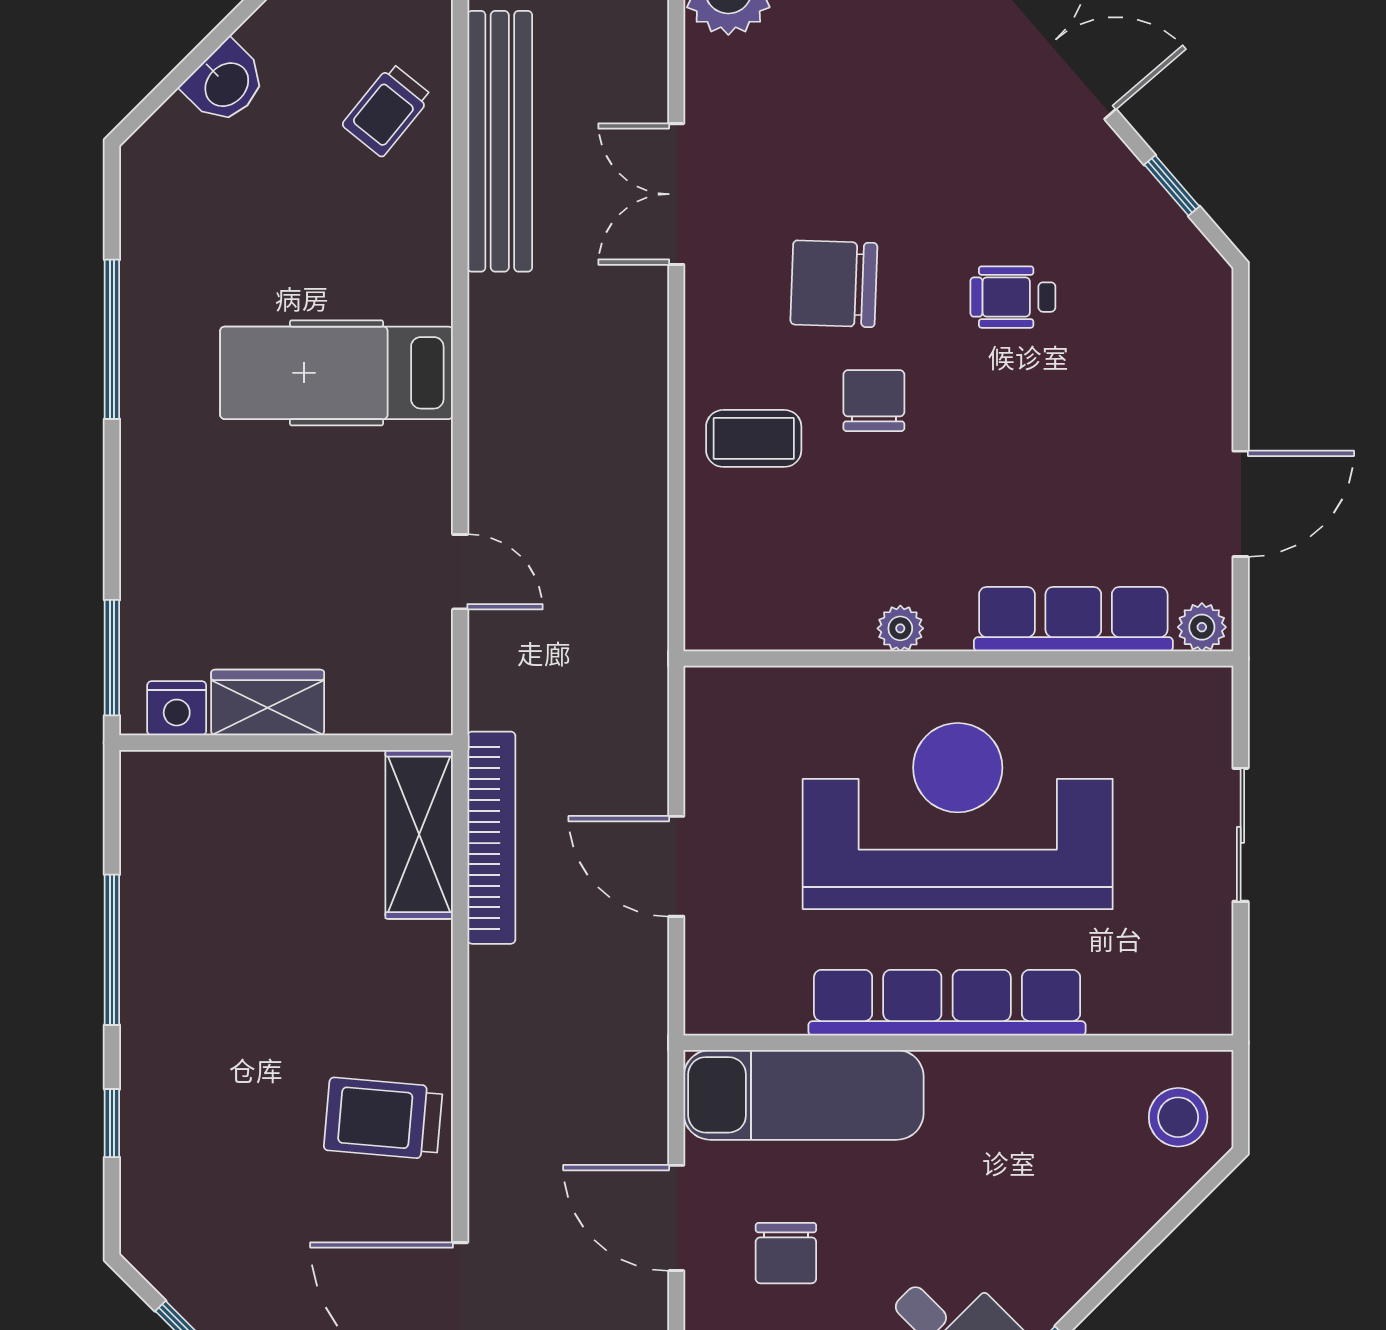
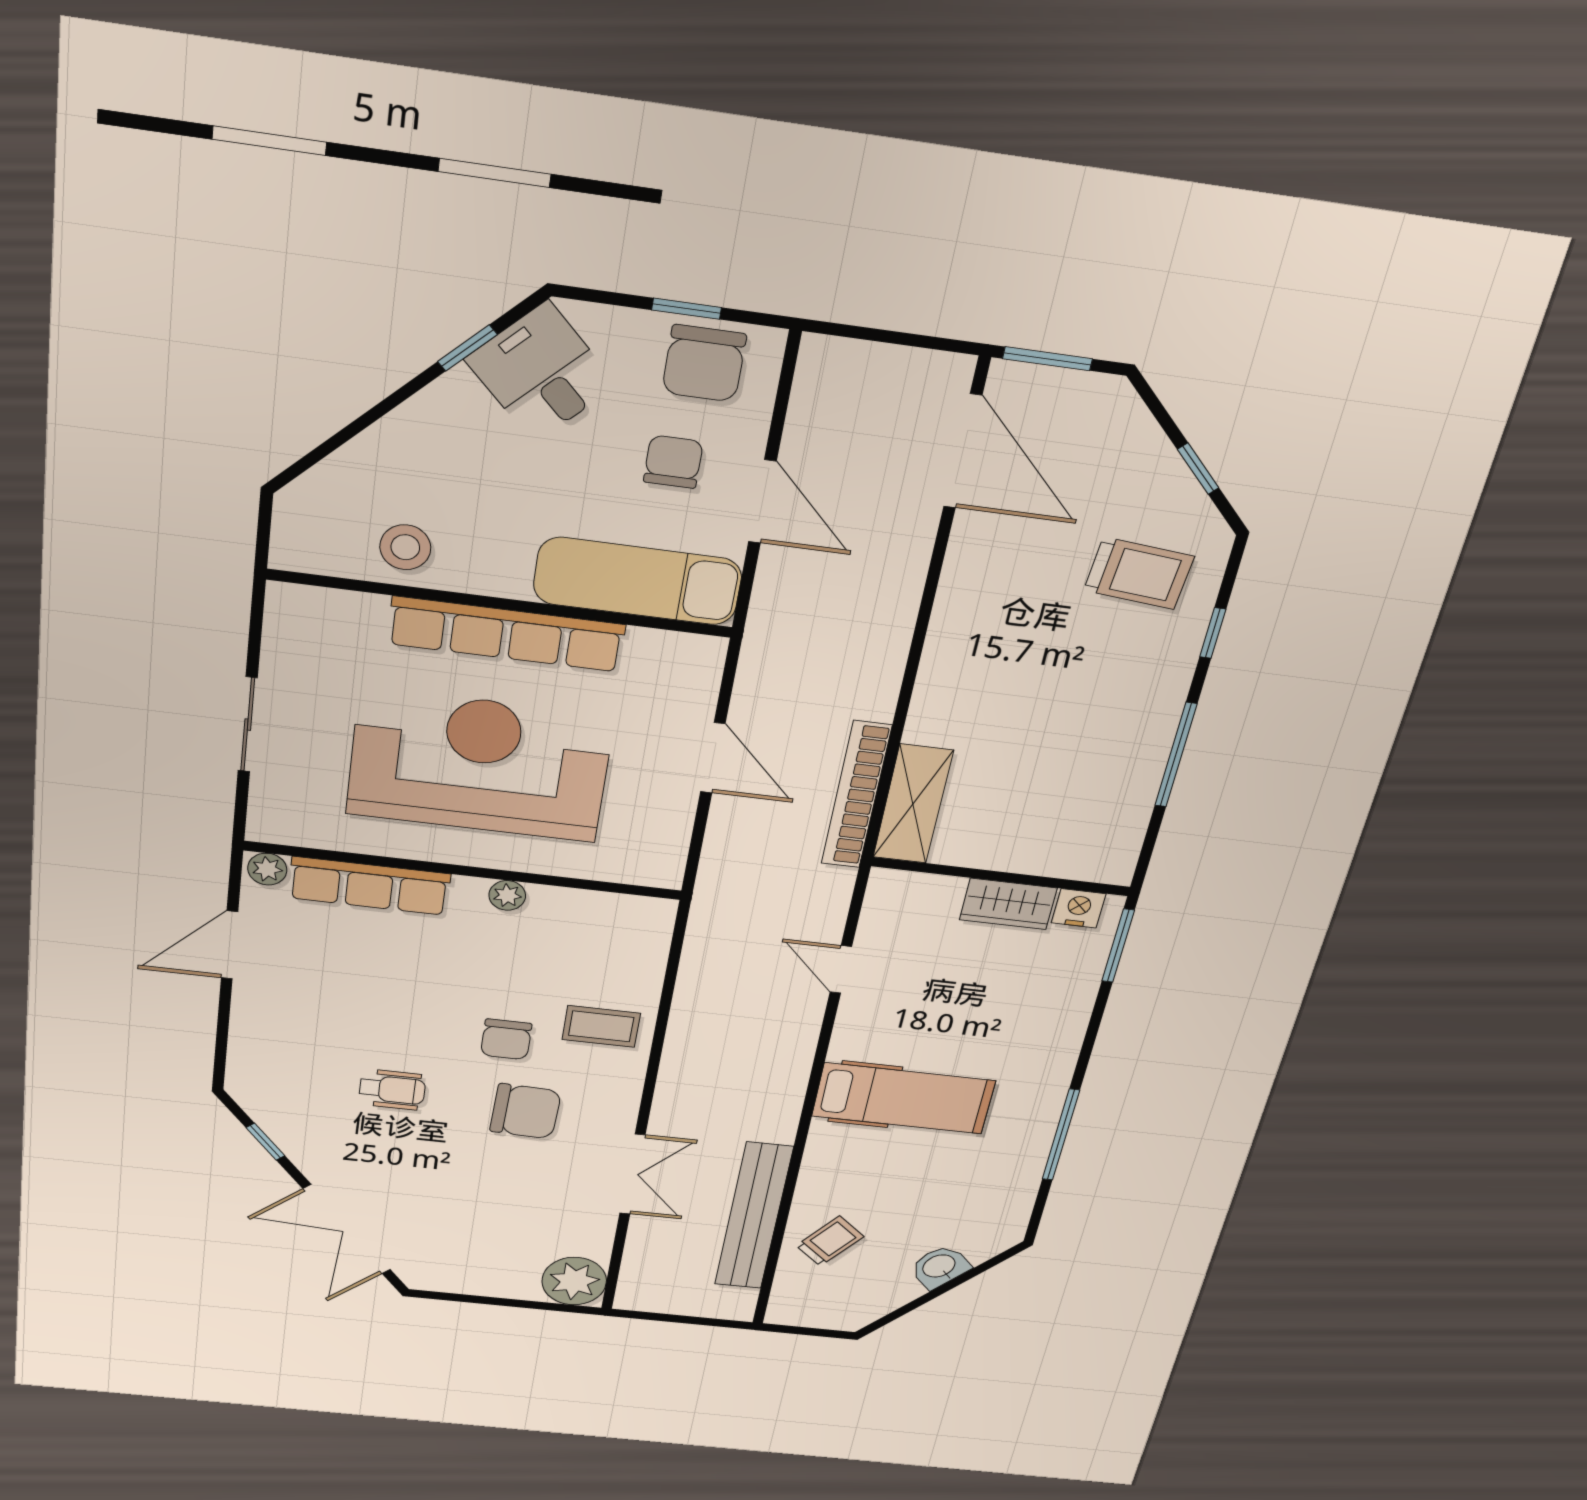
reception desk: (958, 816) -> (479, 765), turned 180
stool: (1178, 1117) -> (405, 547), moved
trolley: (383, 1118) -> (1139, 573), moved

